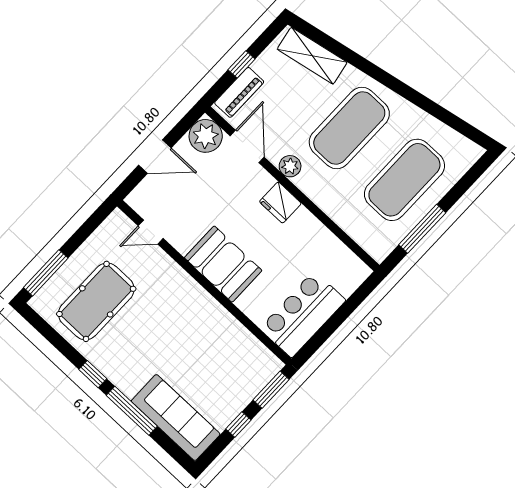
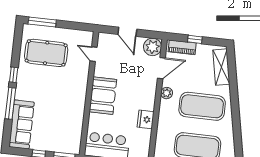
fridge: (280, 203) -> (146, 119), moved

